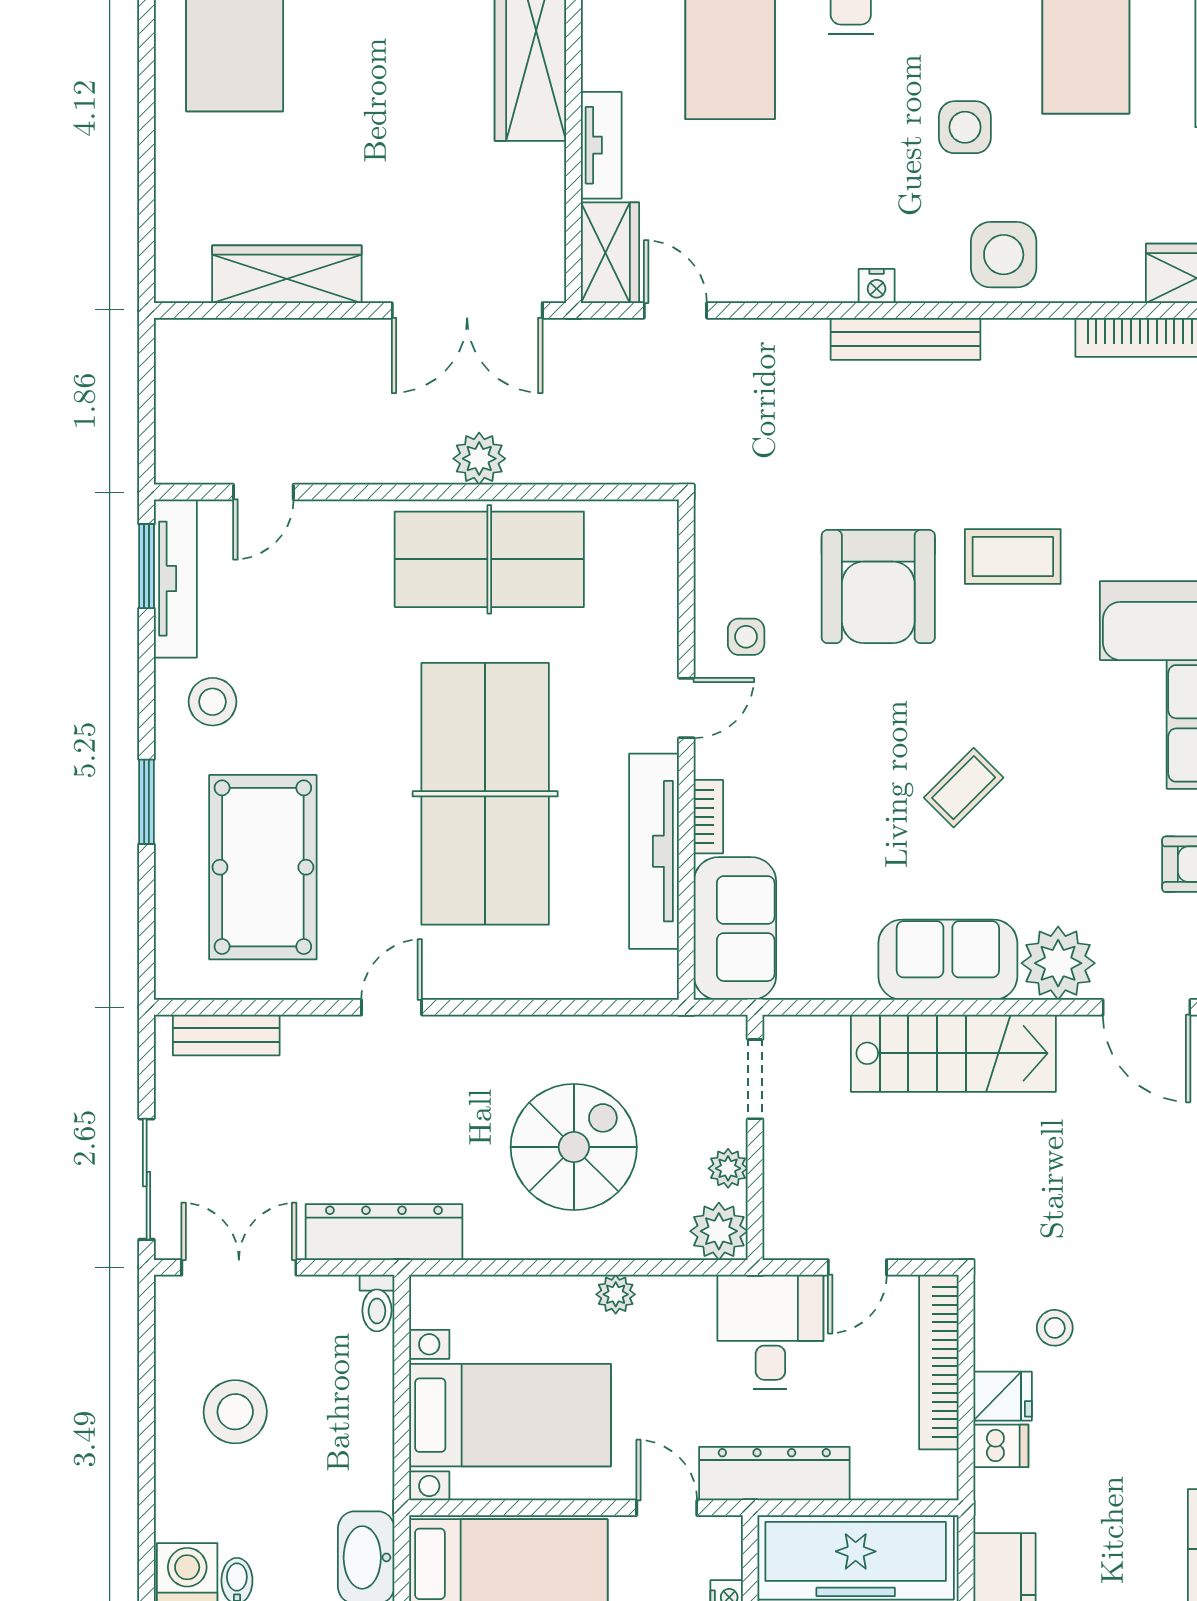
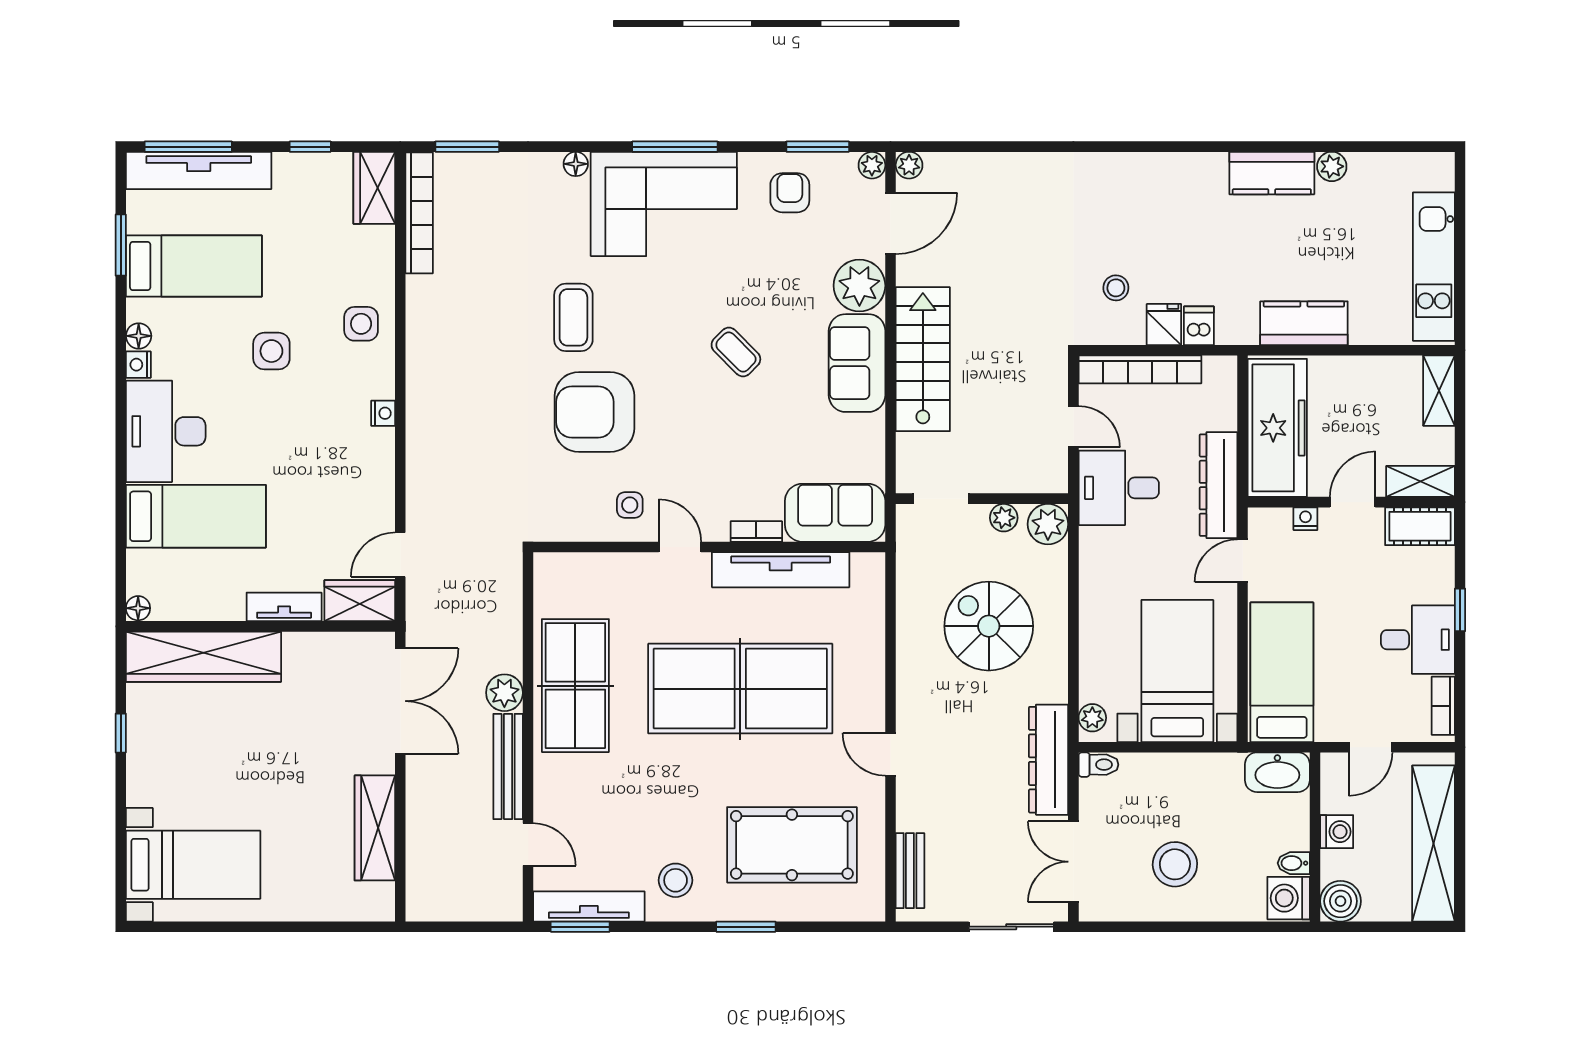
side table: (1004, 255) -> (361, 324), width x0.73, depth x0.73
bench: (905, 339) -> (508, 767), moved
armchair: (878, 587) -> (595, 412), turned 180
plant: (616, 1294) -> (1092, 718), moved

